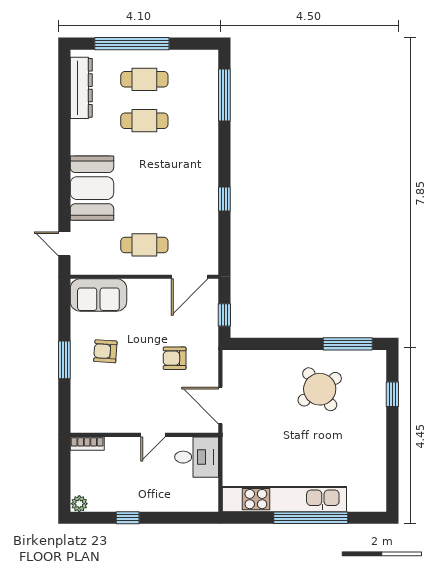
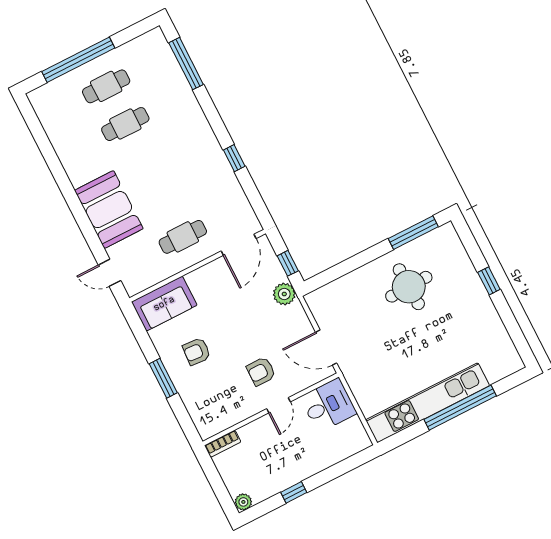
dresser: (81, 88) -> (53, 123), removed
plant: (208, 340) -> (284, 294), added
armchair: (175, 358) -> (261, 371), moved
round table: (320, 389) -> (409, 287), turned 33
window: (392, 394) -> (489, 281), moved

